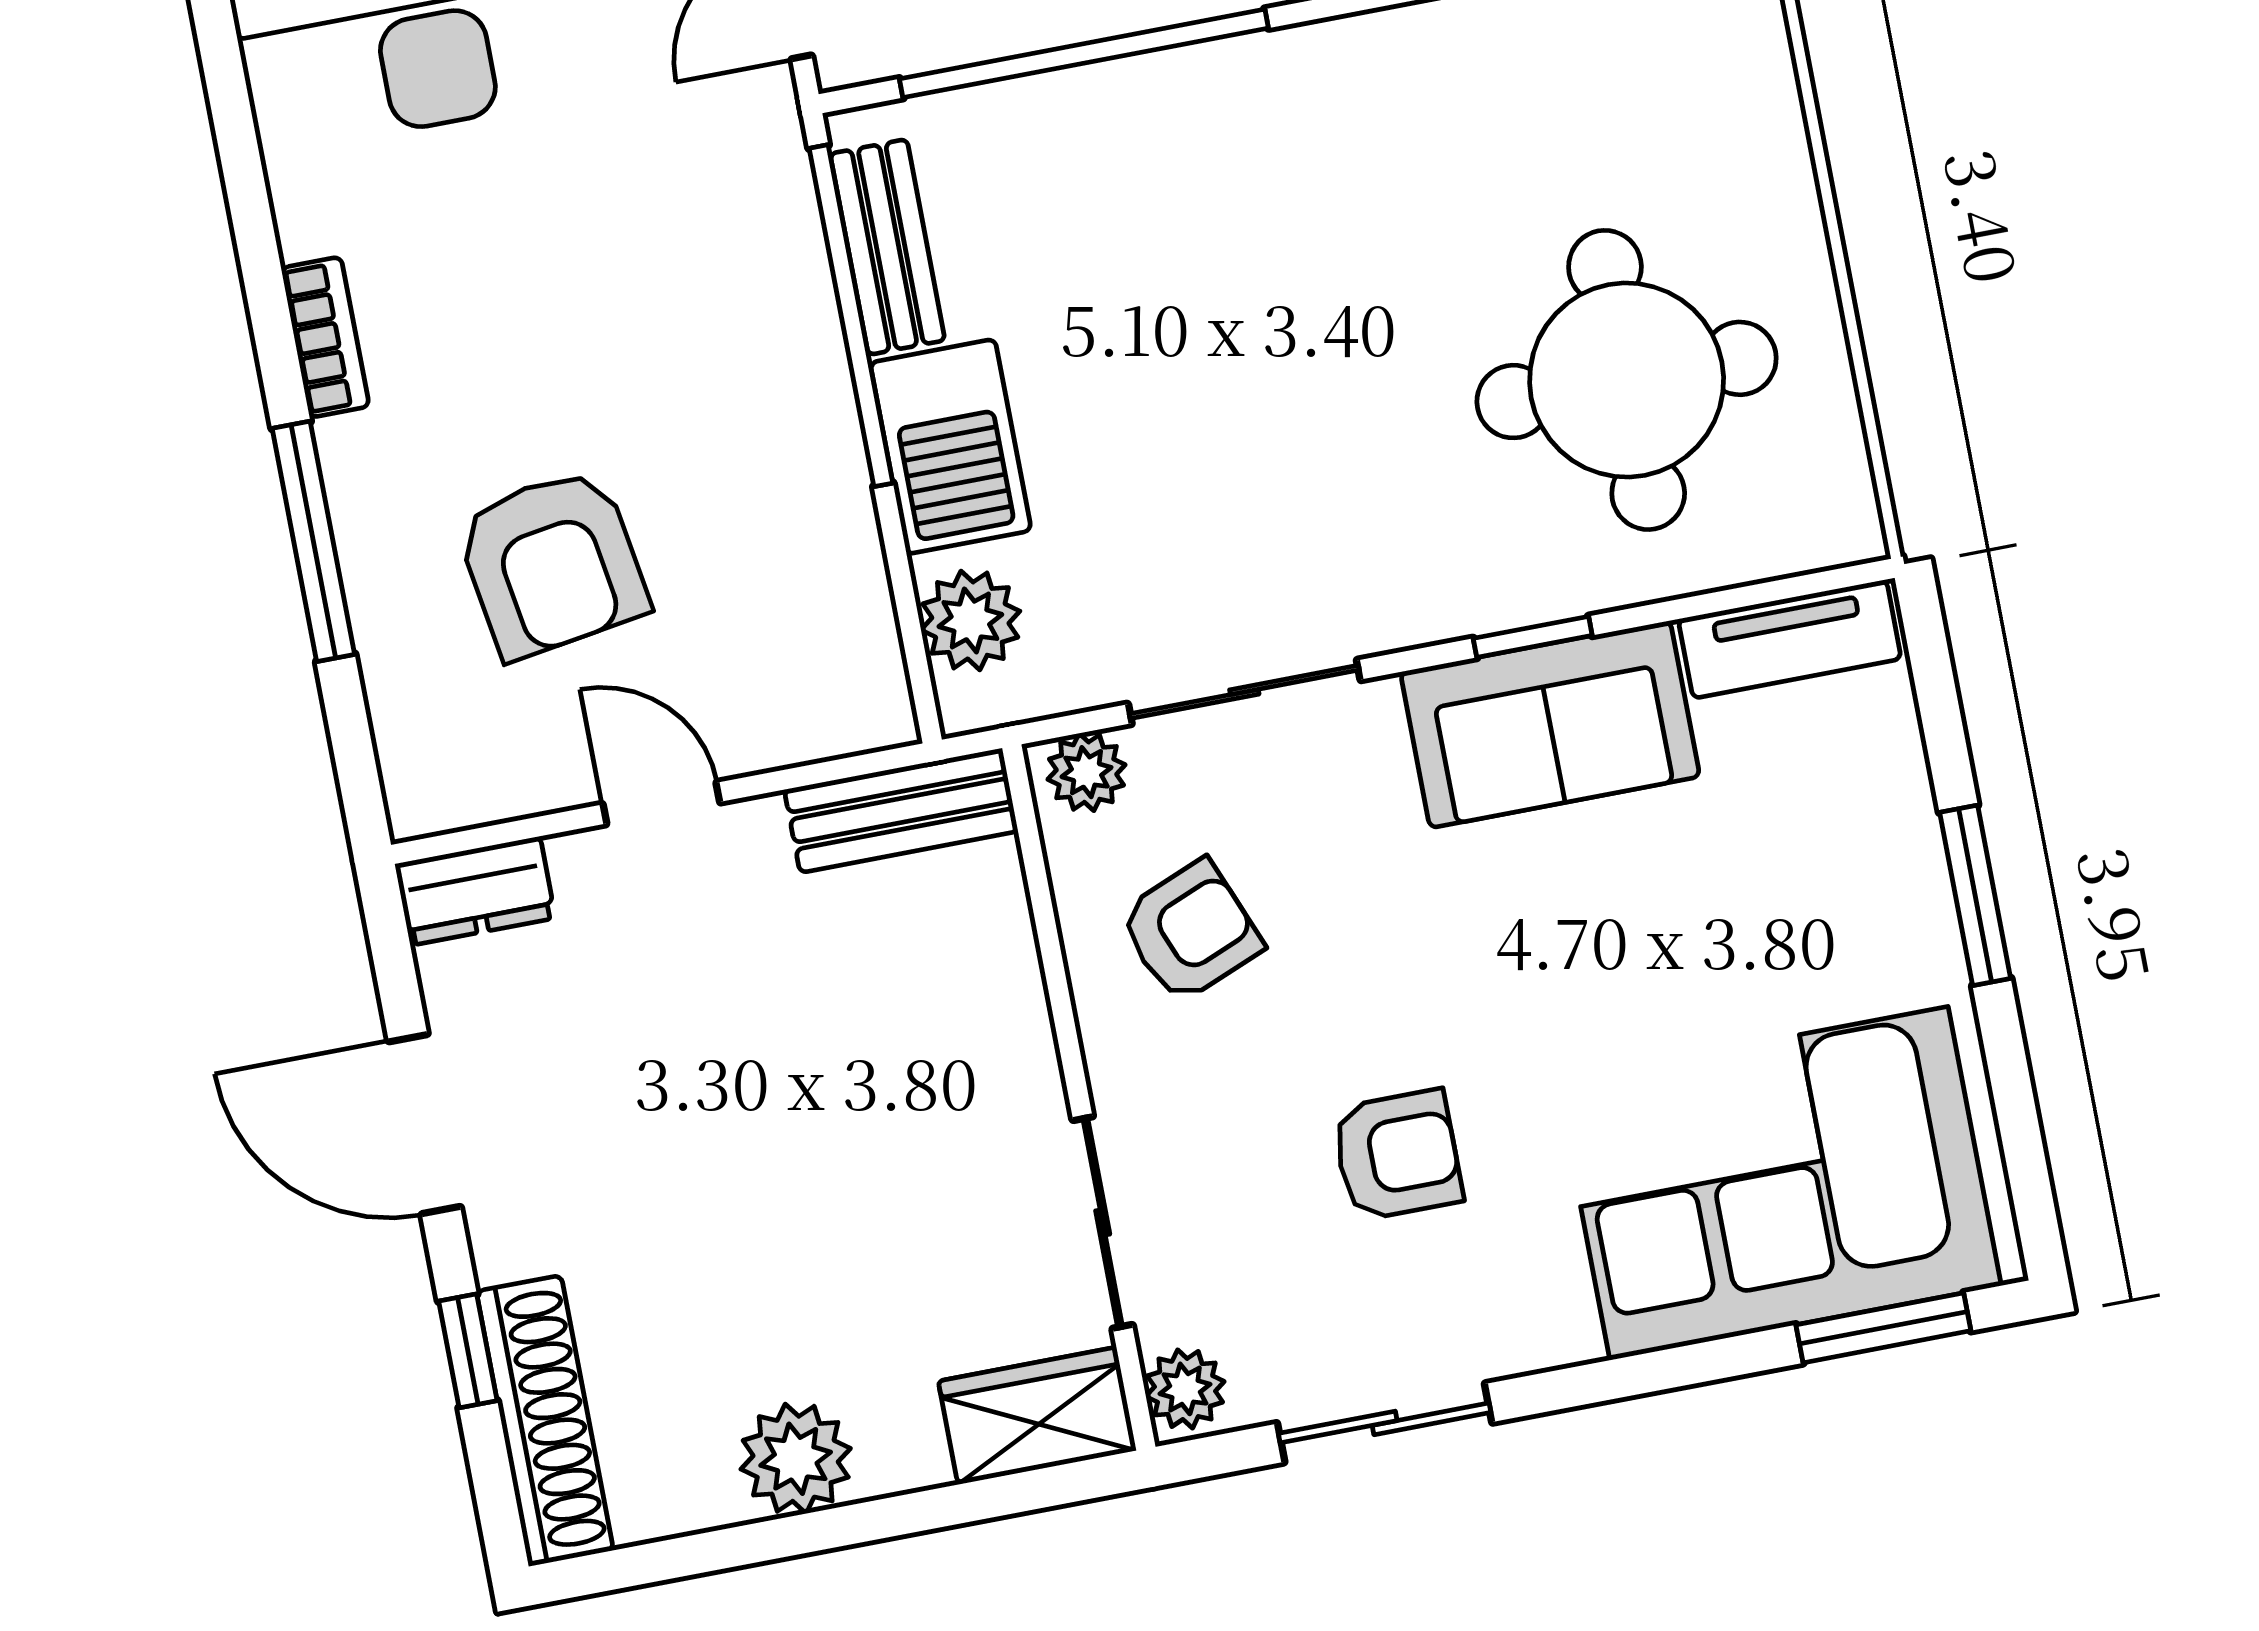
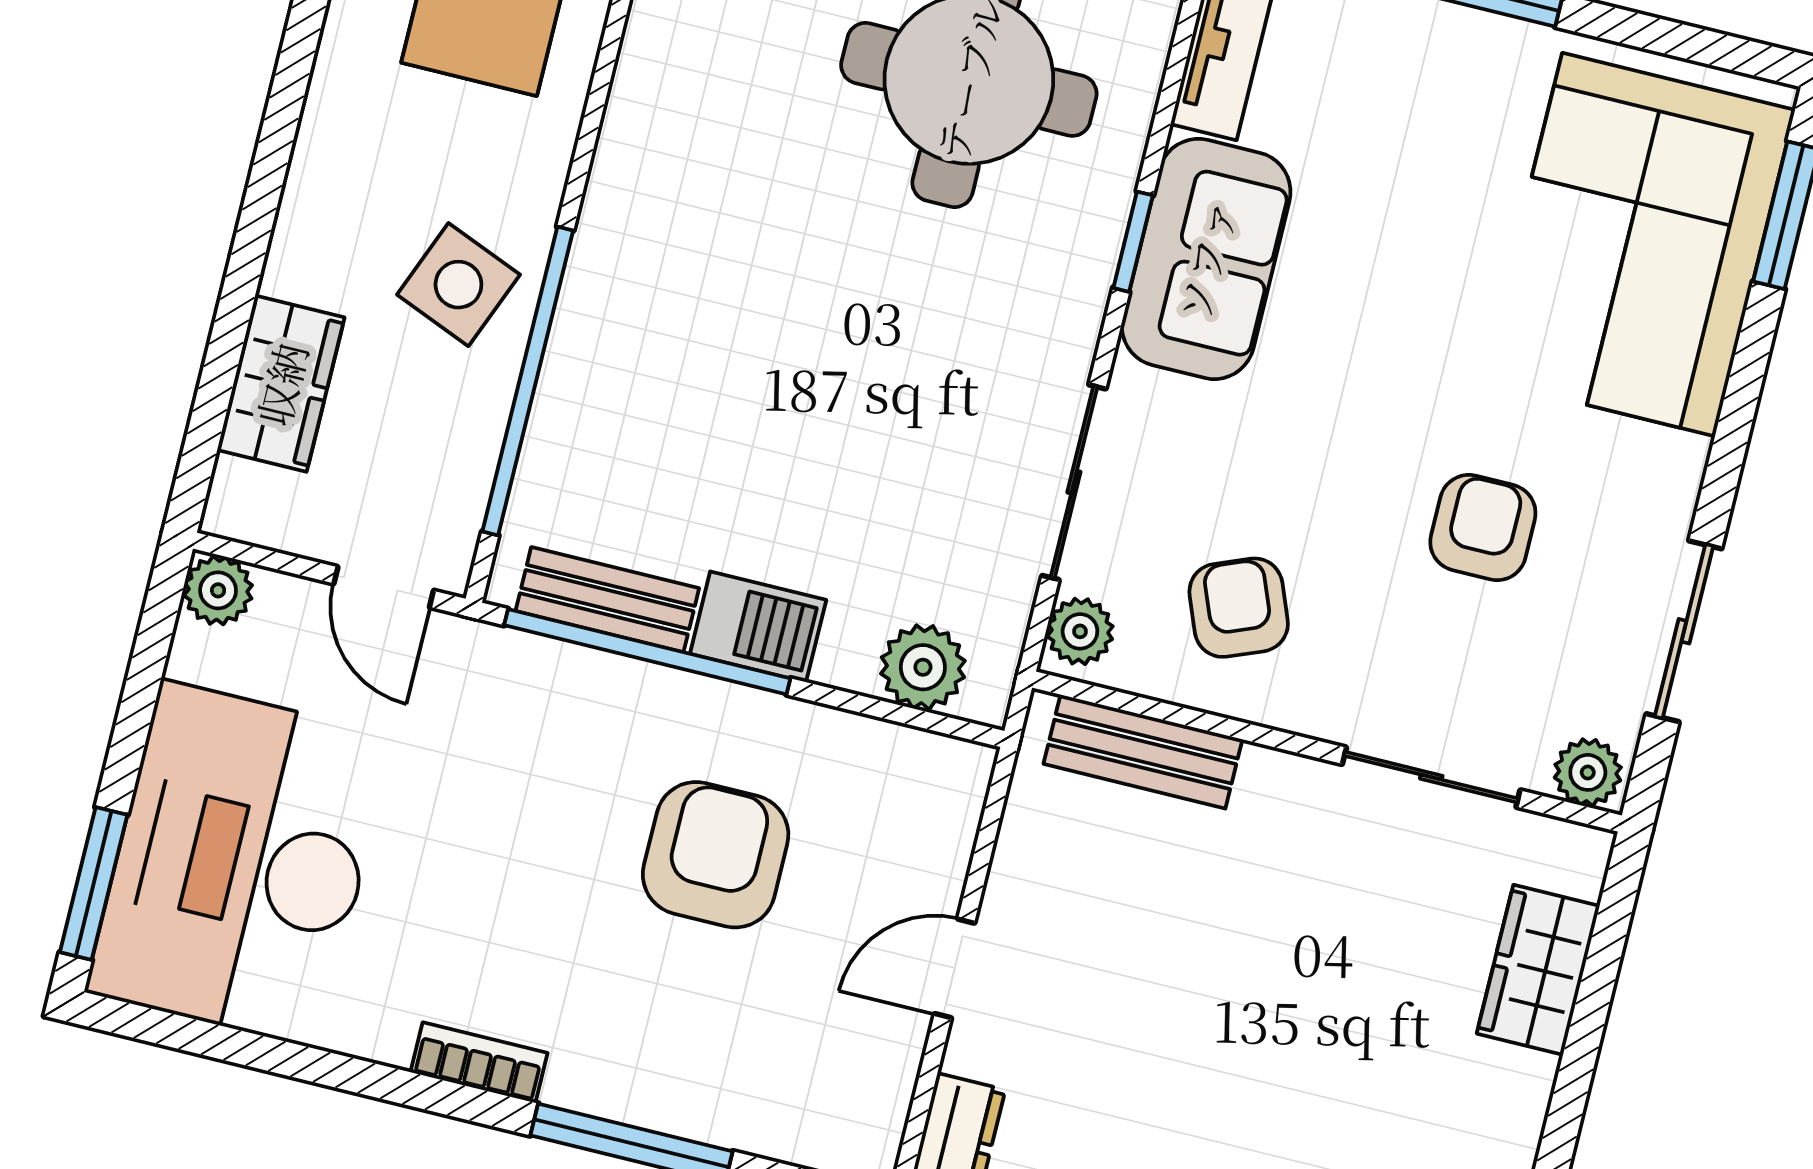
barbecue: (951, 447) -> (758, 627), width x0.73, depth x0.79
armchair: (552, 563) -> (716, 855), moved, turned -81
bench: (901, 810) -> (1143, 752), moved, turned 90
wardrobe: (1037, 1416) -> (1538, 970), moved
plant: (796, 1459) -> (1505, 1096), removed

